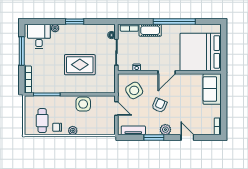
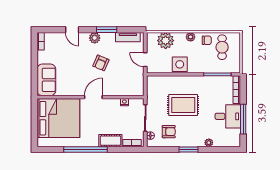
desk: (39, 36) -> (228, 116), moved, turned -90
armchair: (94, 39) -> (169, 132), added
side table: (134, 90) -> (127, 78), removed
plant: (97, 127) -> (166, 41), added

